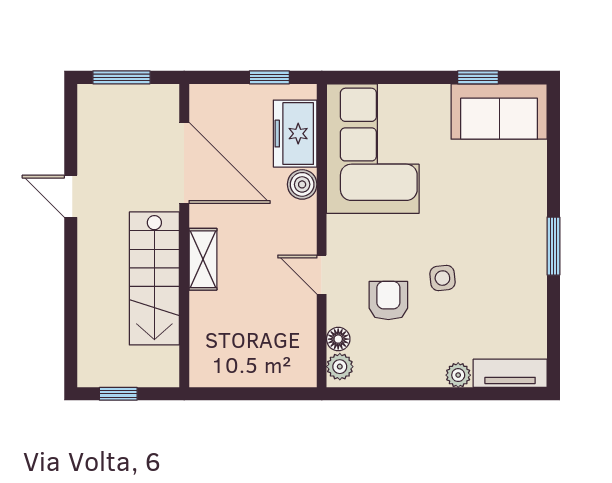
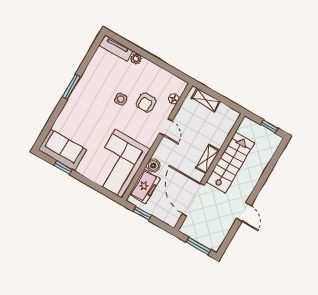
plant: (340, 367) -> (179, 88), removed
shelving: (274, 374) -> (206, 100), added

